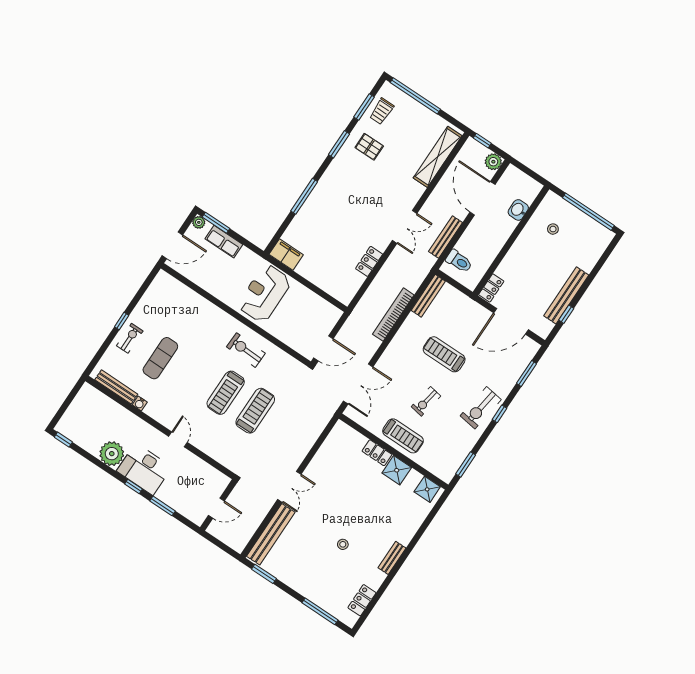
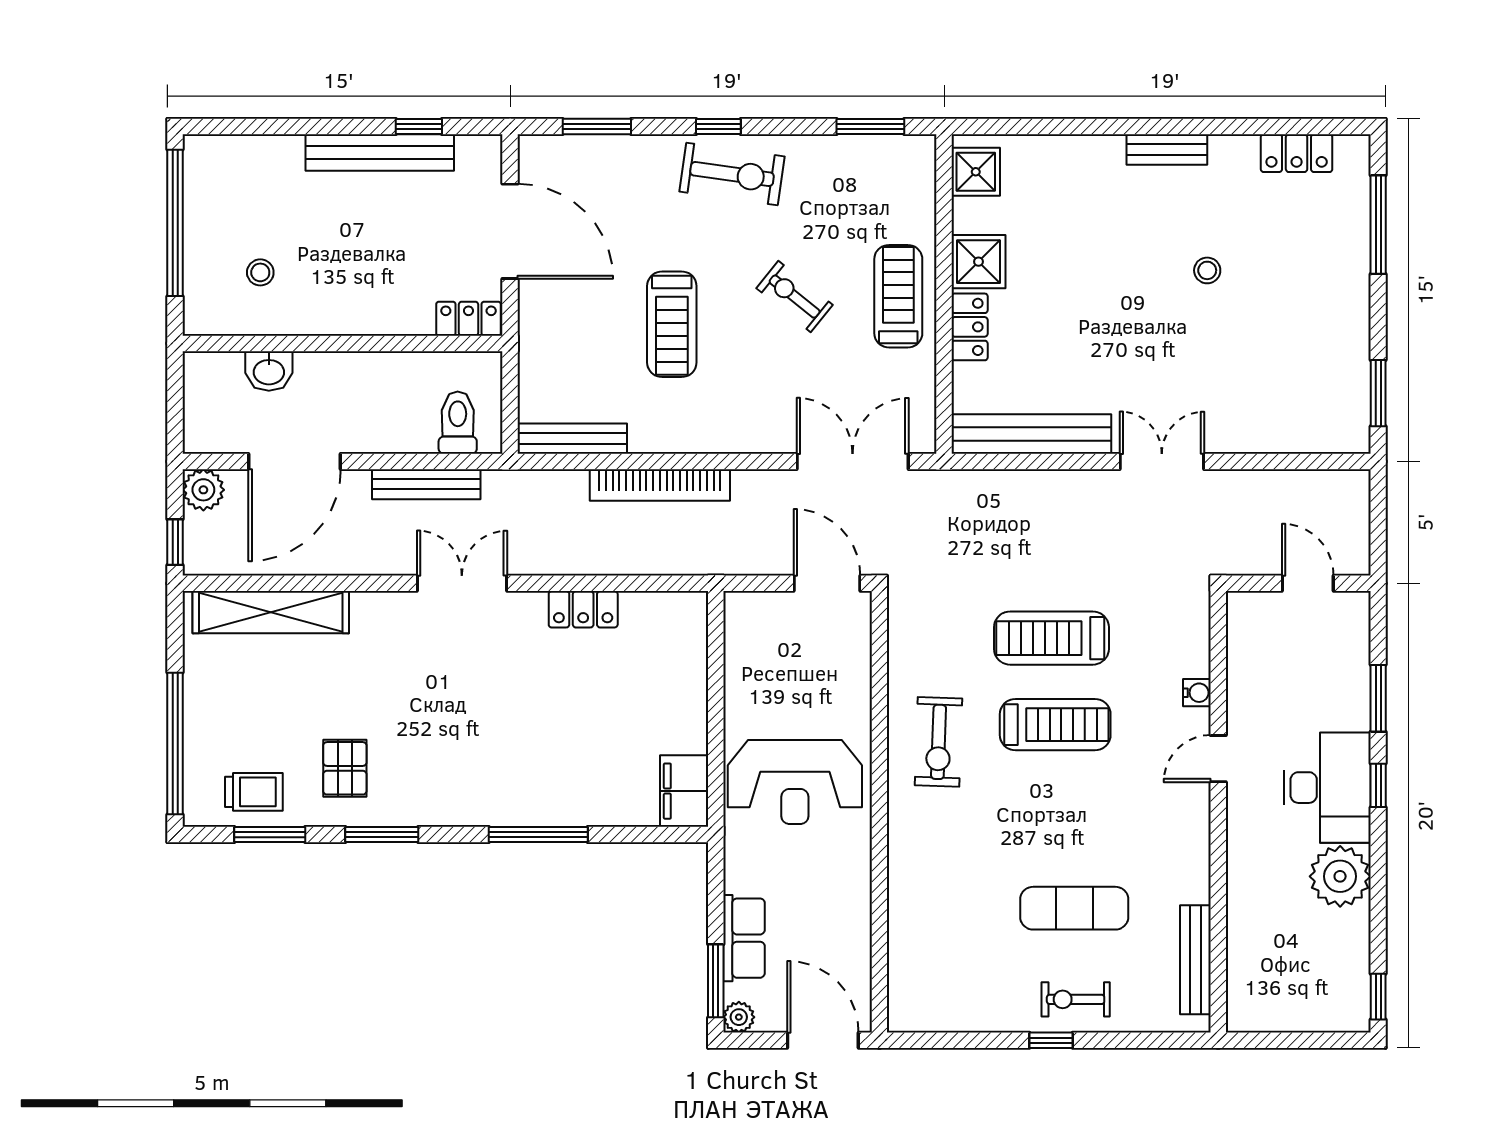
exercise bike: (426, 401) -> (795, 297), turned -151
water cooler: (140, 403) -> (1197, 693), moved
bench: (271, 534) -> (1031, 434), moved

